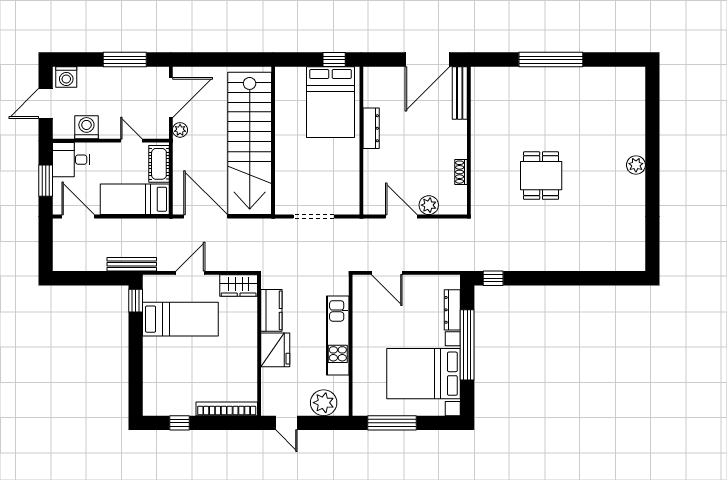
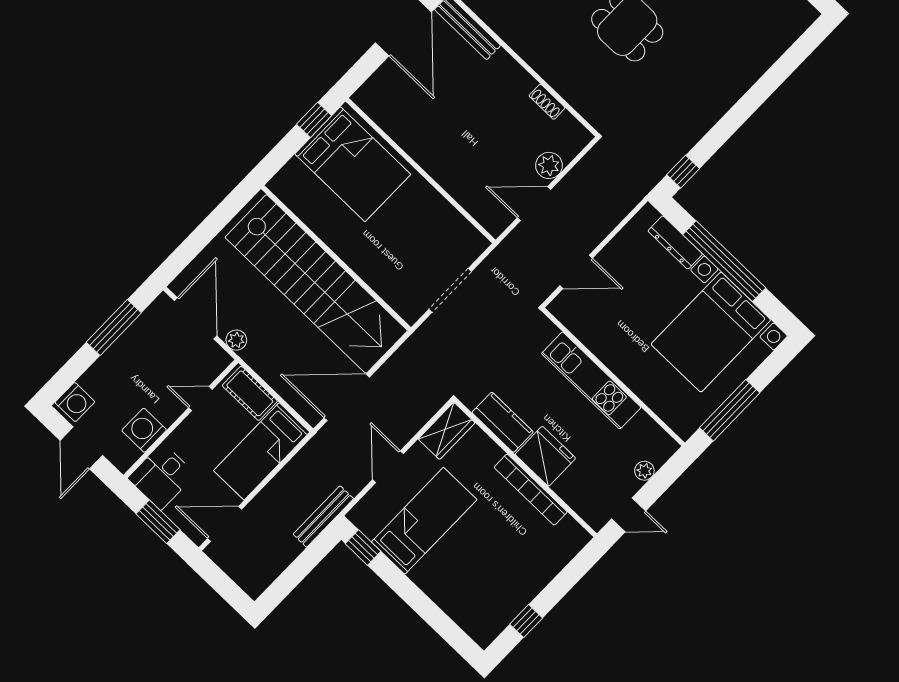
dresser: (371, 128) -> (418, 149), removed
plant: (324, 403) -> (644, 471), width x0.53, depth x0.53
bookcase: (227, 409) -> (531, 490), moved, turned -90

